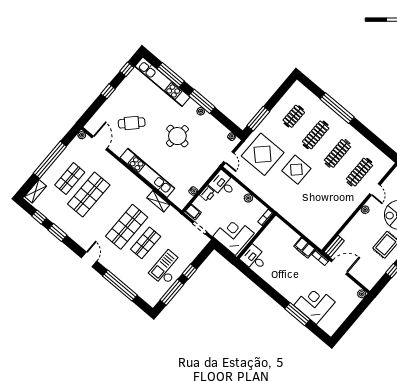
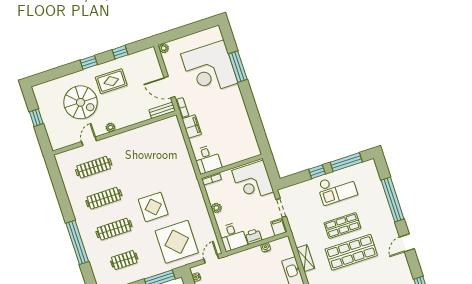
desk: (254, 258) -> (207, 159), moved
corner desk: (315, 304) -> (209, 69), width x1.36, depth x1.36

